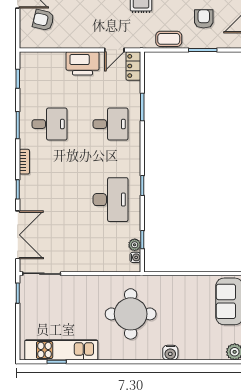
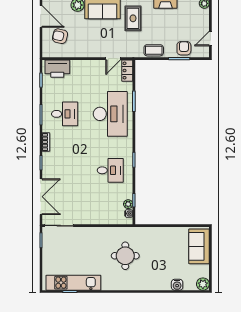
armchair: (204, 19) -> (184, 48), moved
printer: (82, 63) -> (57, 69), moved
desk: (111, 124) -> (110, 114), width x1.87, depth x1.30
desk: (111, 200) -> (110, 170), width x0.73
round table: (131, 314) -> (125, 256), width x0.73, depth x0.73
water cooler: (170, 353) -> (177, 285), moved

